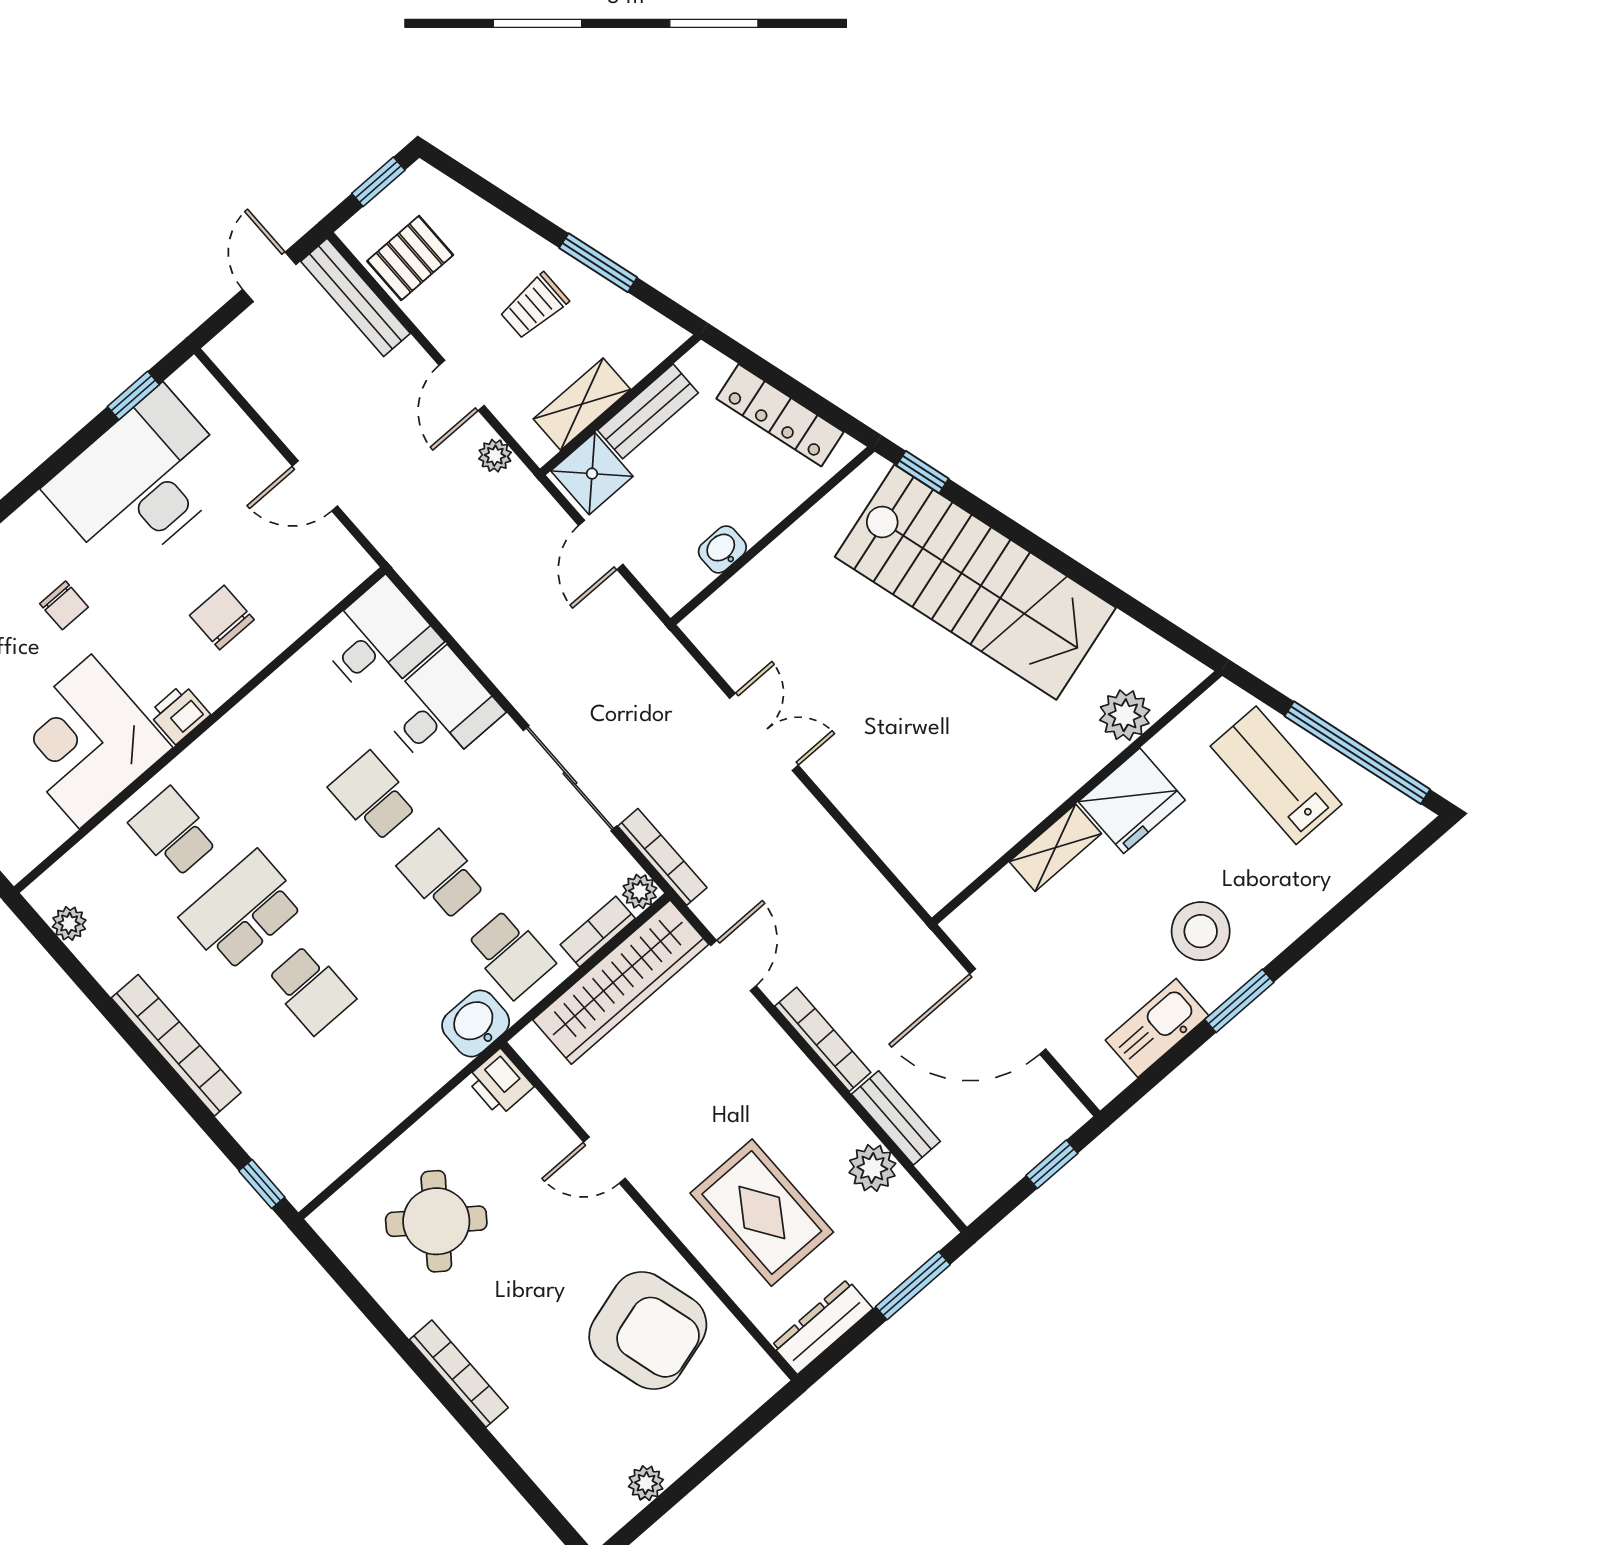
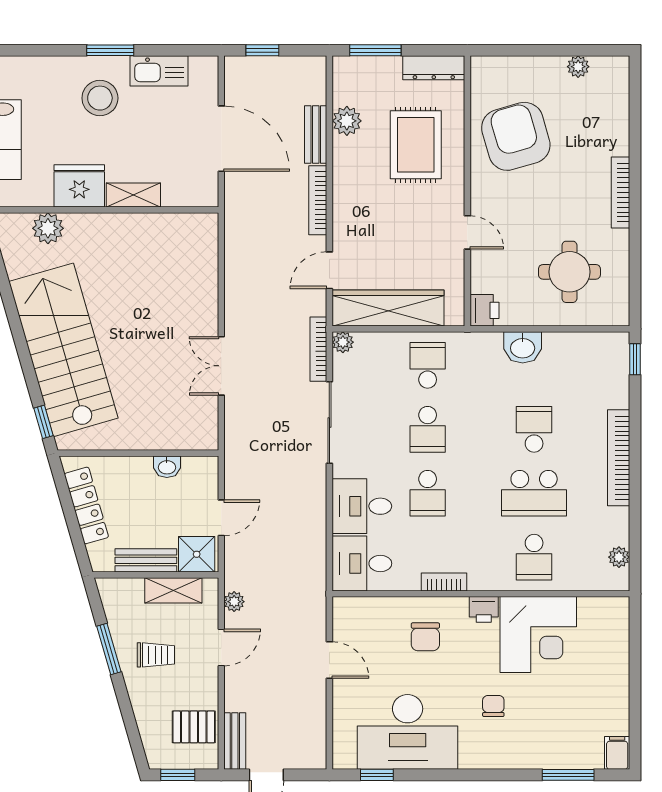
bench: (355, 297) -> (235, 741), width x0.73
bookcase: (598, 932) -> (444, 582), moved, turned 180
washbasin: (476, 1023) -> (523, 347), moved
round table: (436, 1221) -> (569, 272), turned -37

